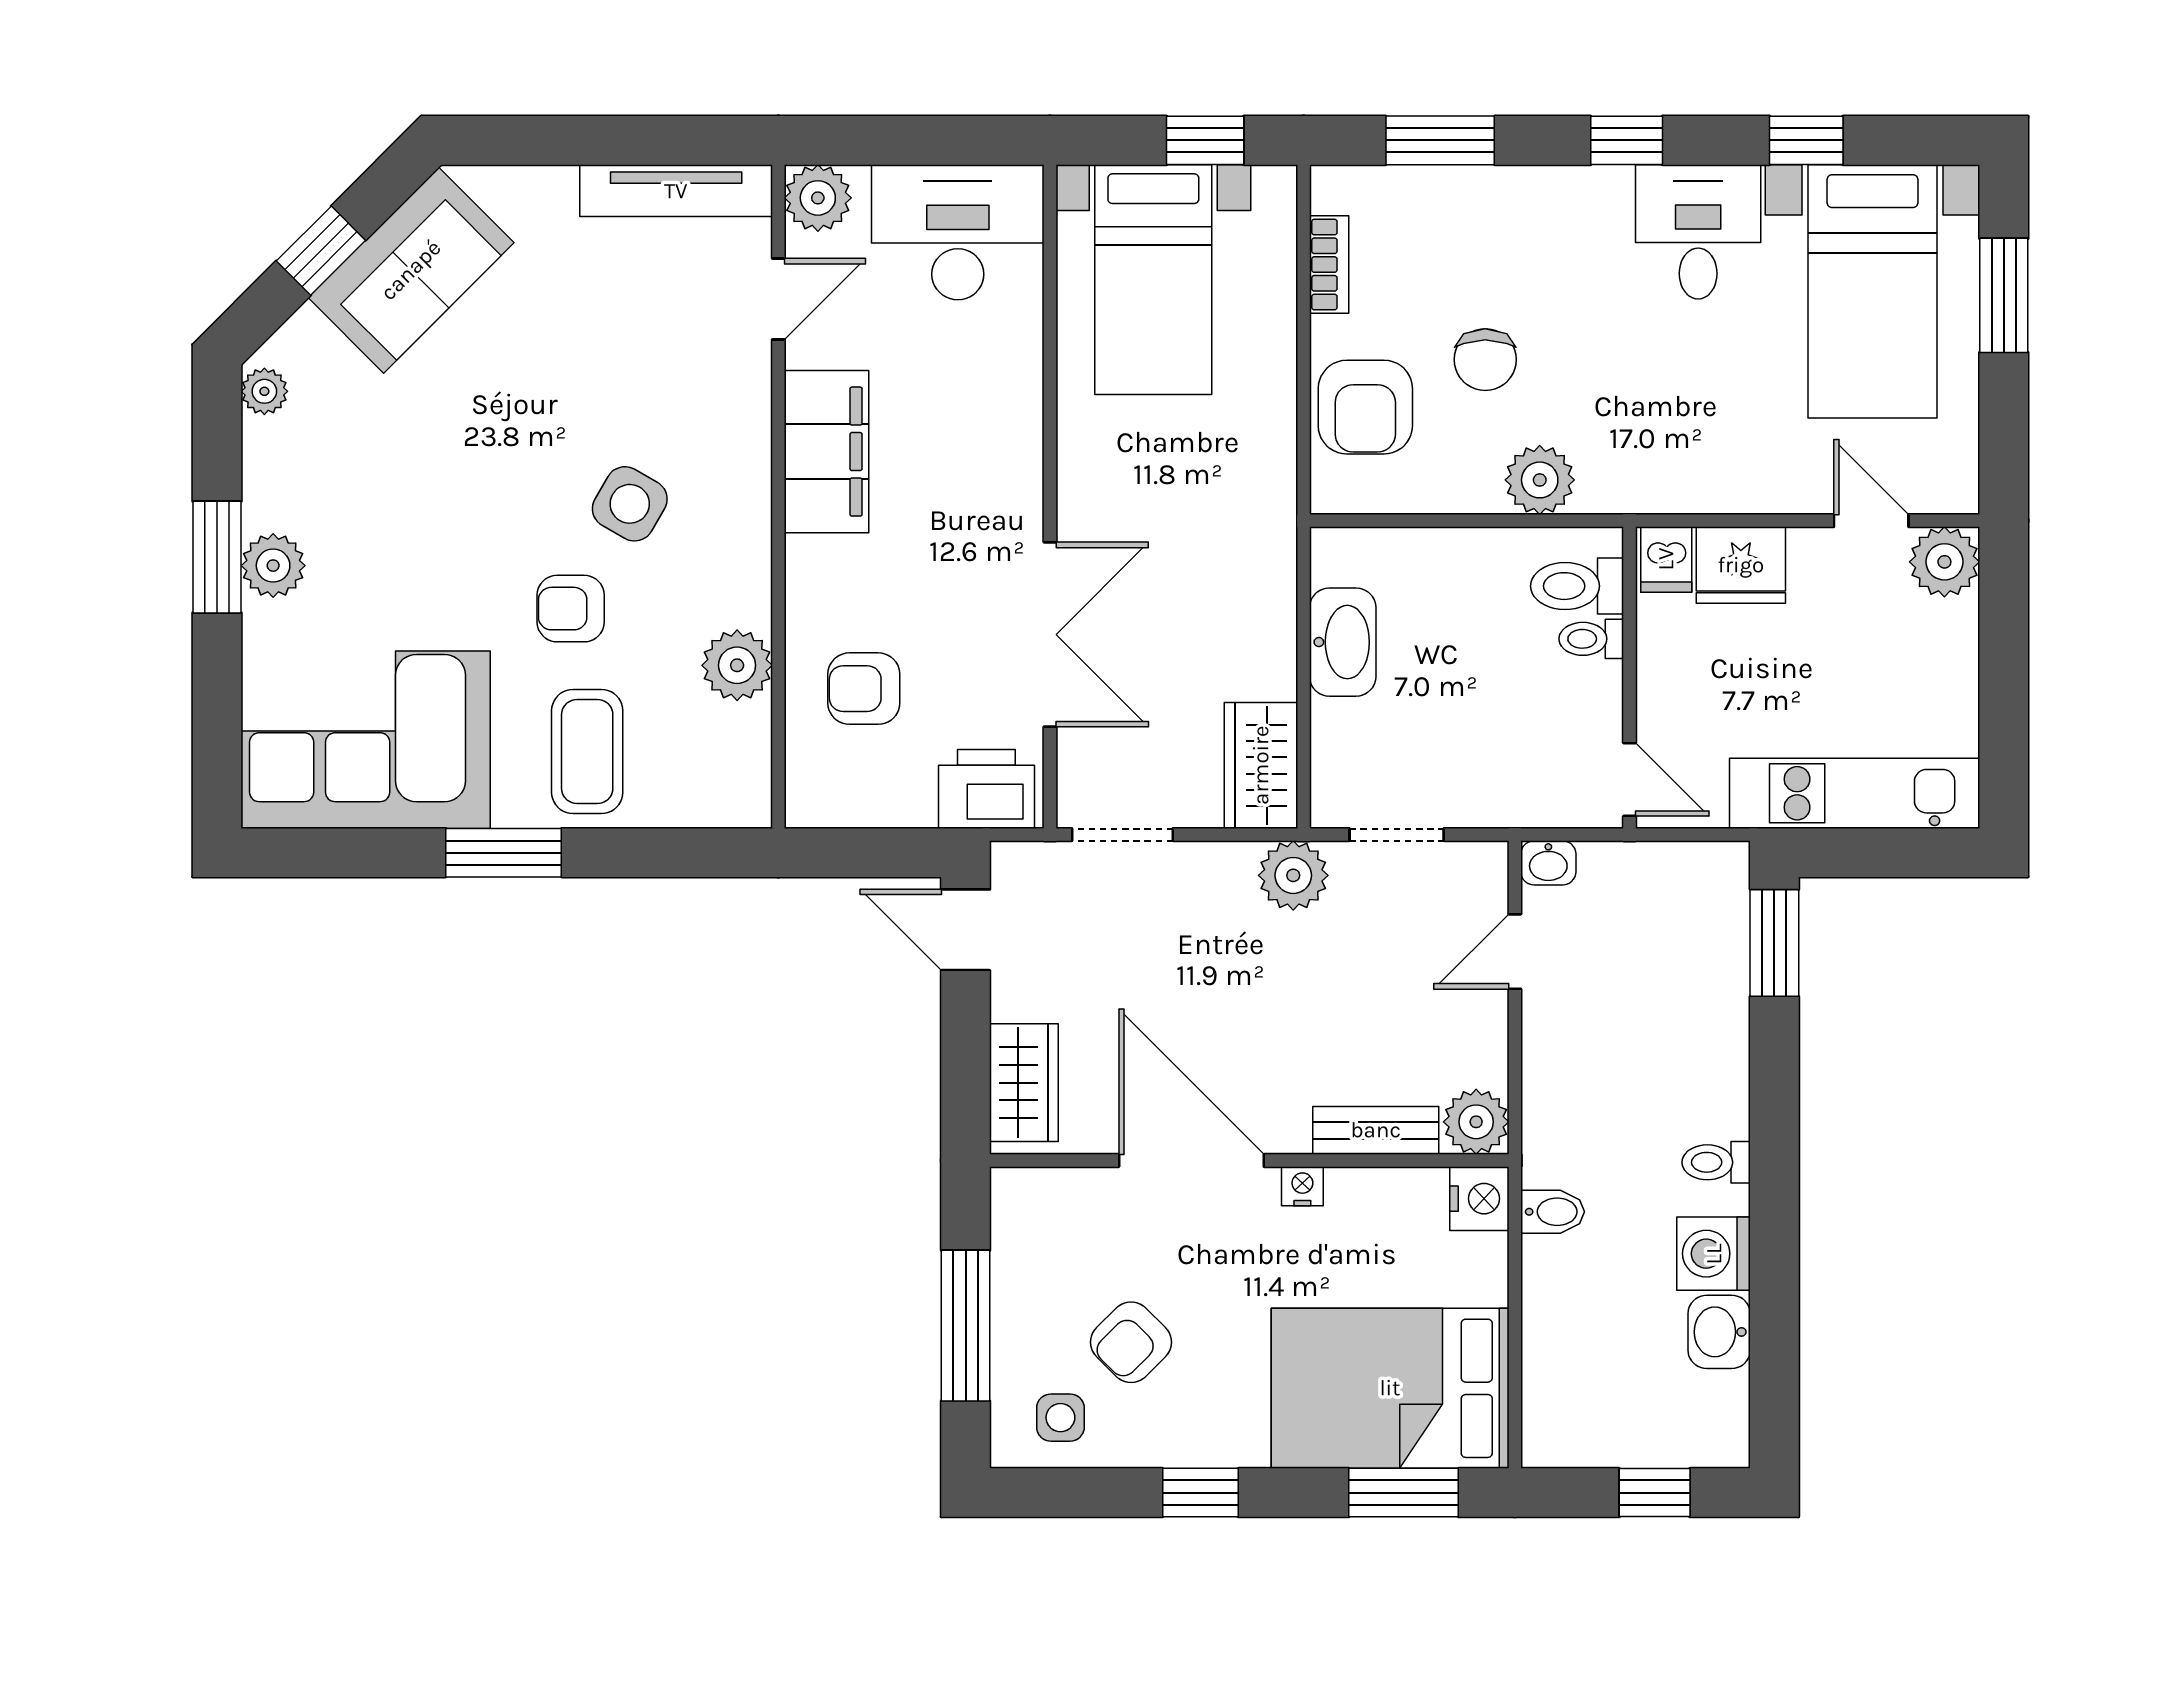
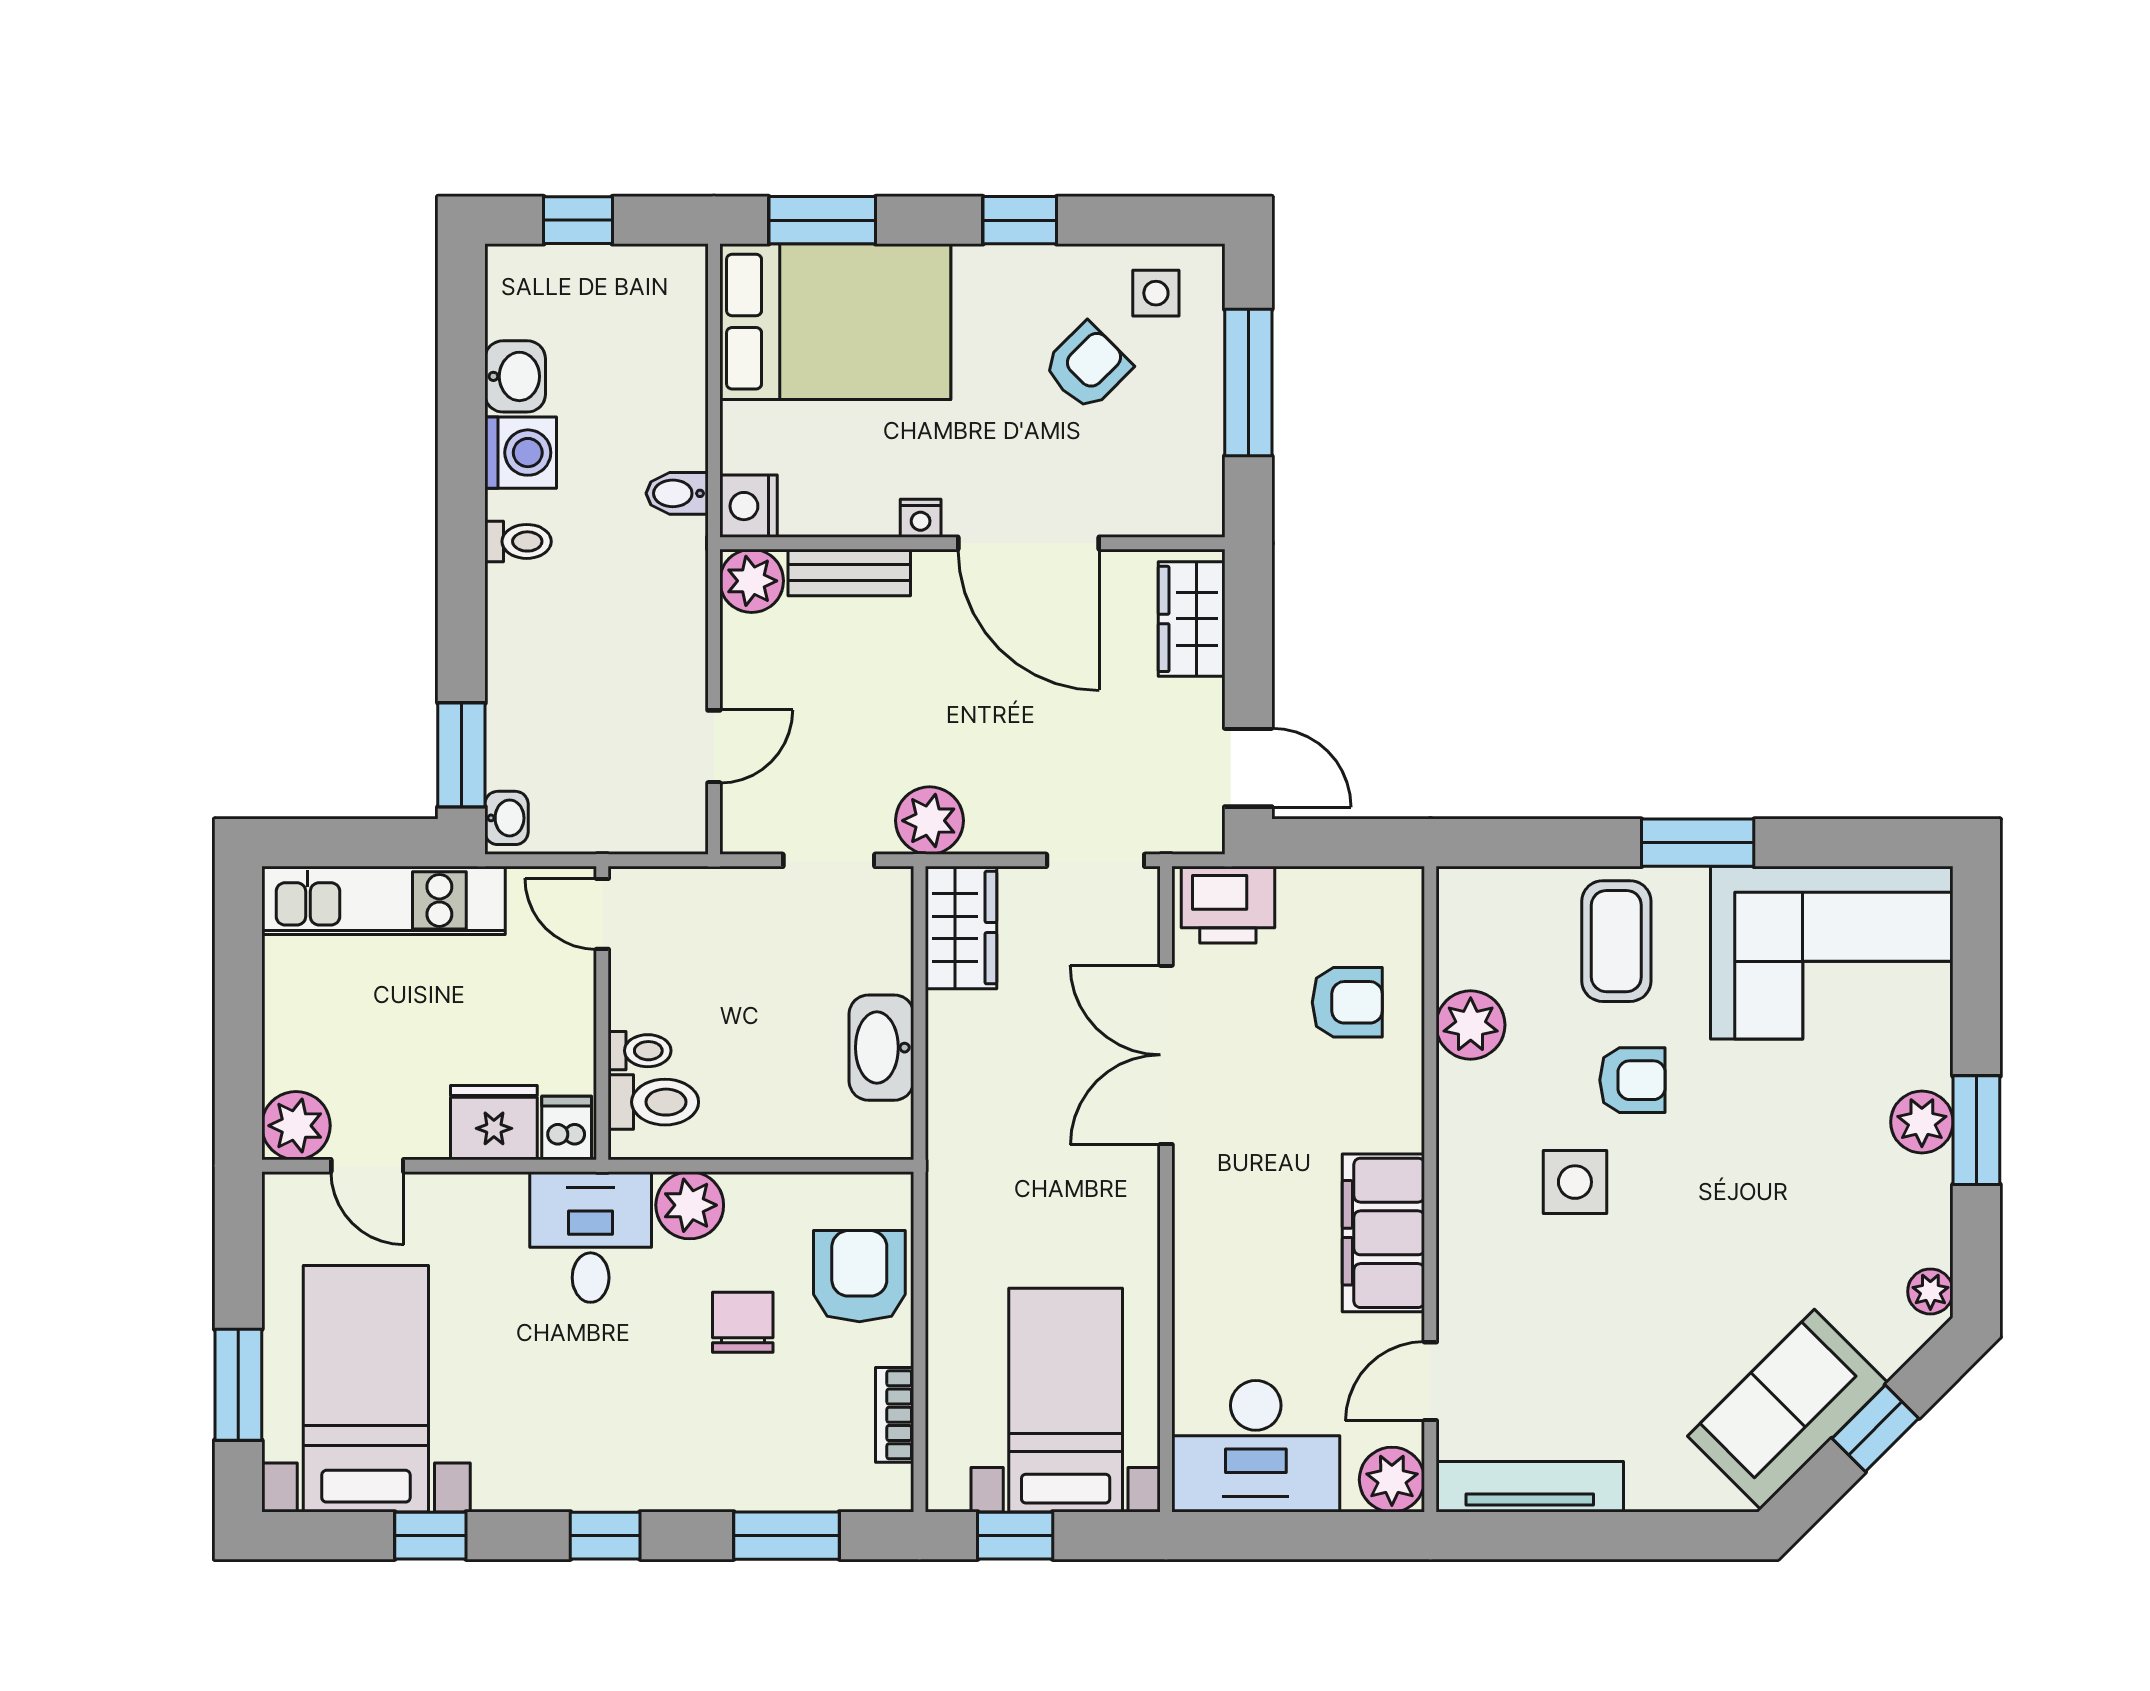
desk: (1698, 232) -> (591, 1237), moved, turned 180
side table: (630, 504) -> (1575, 1182), turned -30
washbasin: (1548, 863) -> (507, 818), moved, turned 90

